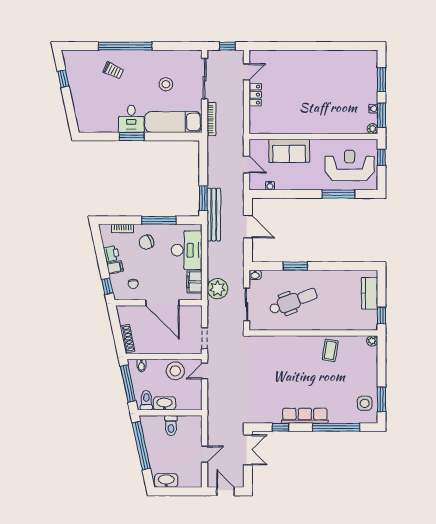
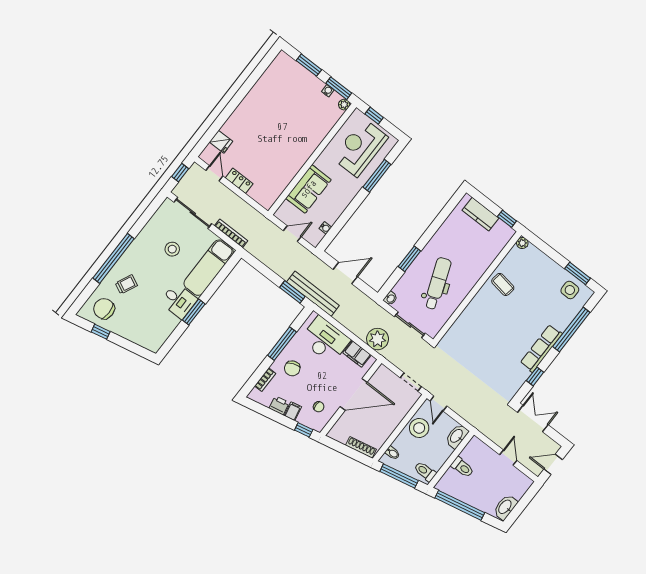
fridge: (274, 59) -> (221, 142), added
chair: (82, 68) -> (104, 309), added
washbasin: (164, 403) -> (457, 436), moved

